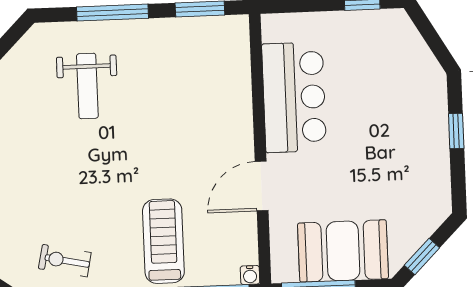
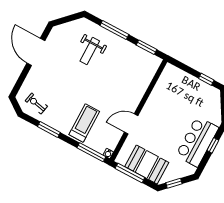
bar counter: (294, 97) -> (197, 142), moved, turned 180
exercise bike: (65, 261) -> (36, 104), moved

